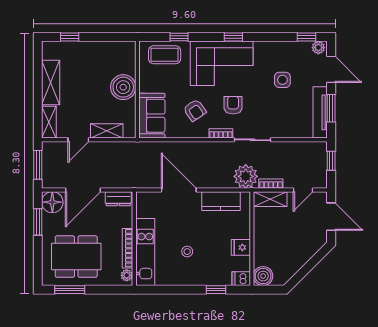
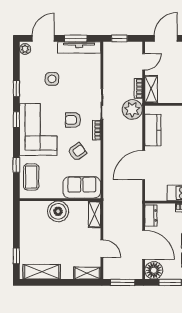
window: (306, 37) -> (16, 89), moved
shelving: (51, 83) -> (42, 272), moved
shelving: (107, 131) -> (95, 214), moved
door: (303, 190) -> (144, 62), hinge flipped

